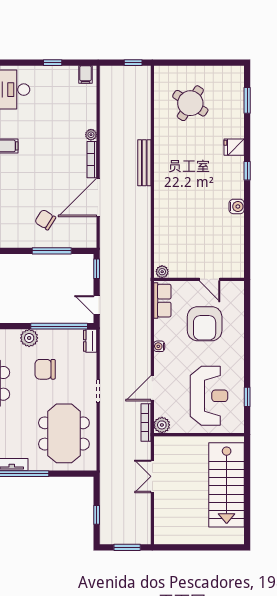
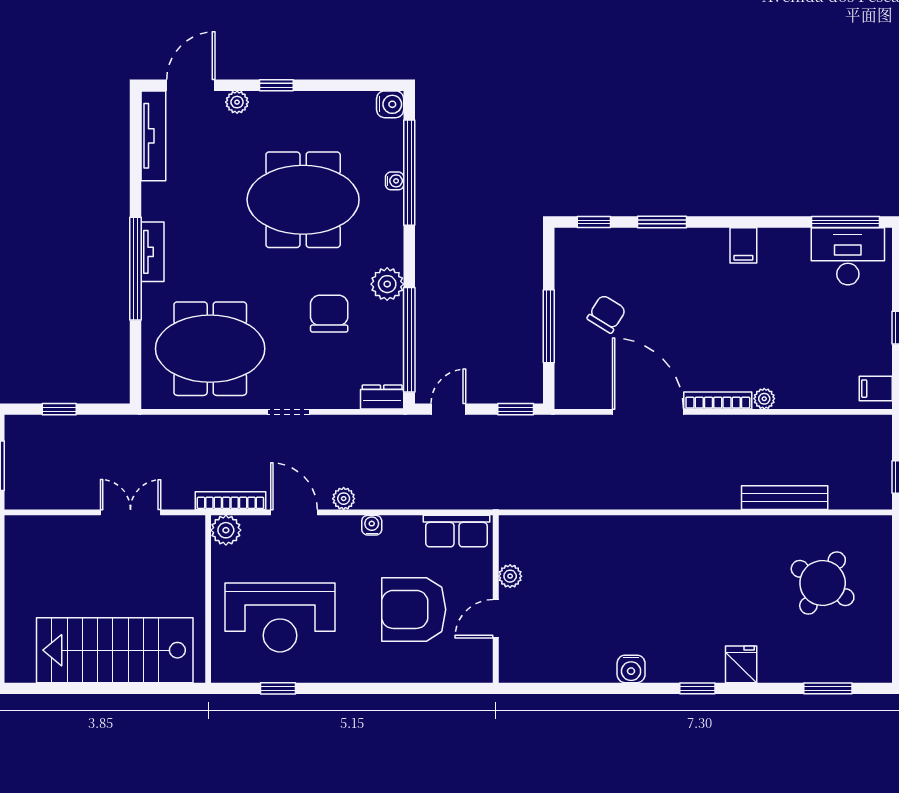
bench: (144, 163) -> (785, 498), moved
plant: (162, 272) -> (510, 576), moved
plant: (145, 361) -> (344, 499), added

